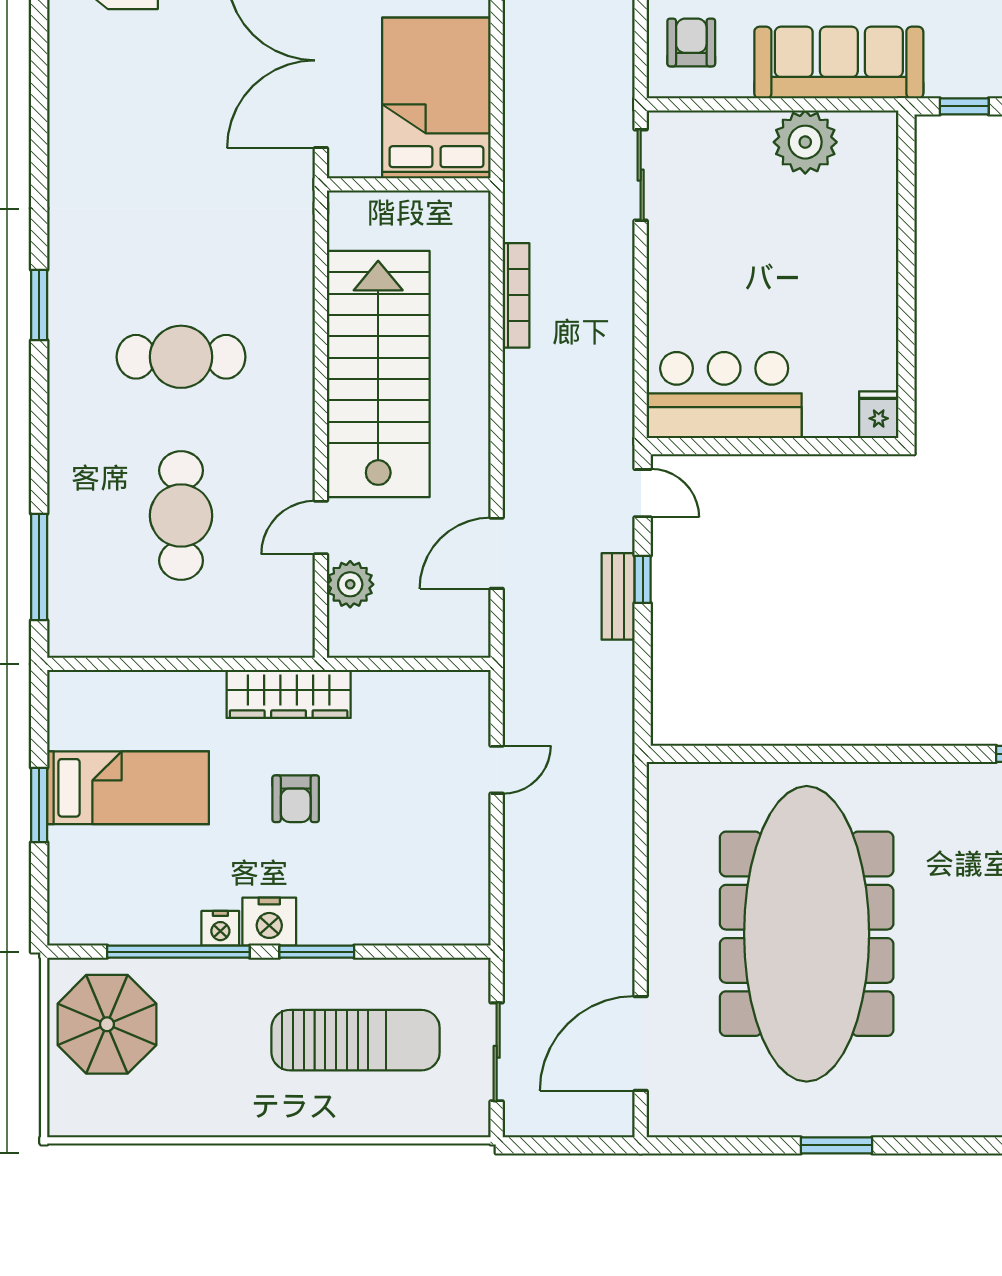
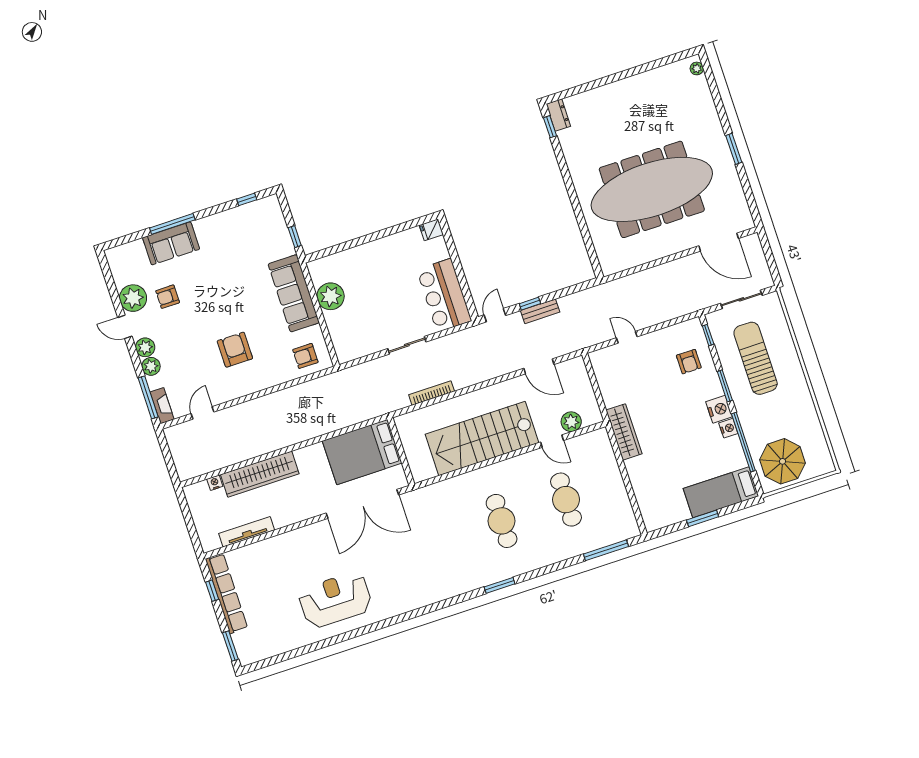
sliding door: (641, 175) -> (407, 345), moved
cafe table: (181, 516) -> (566, 500), turned 90
bed: (128, 788) -> (721, 492), moved, turned -90
armchair: (296, 799) -> (689, 362), moved, turned 90
window: (442, 952) -> (708, 335), added

